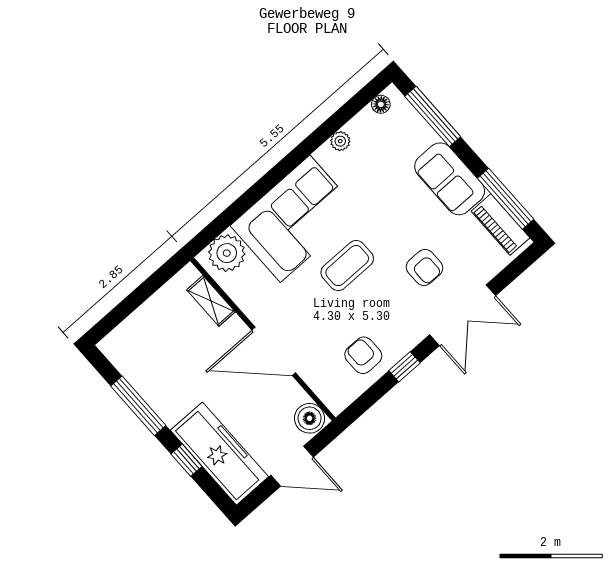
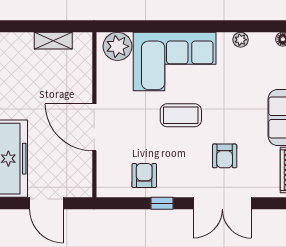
shelving: (211, 301) -> (53, 41), moved, turned 90
boiler: (310, 418) -> (81, 184), removed

